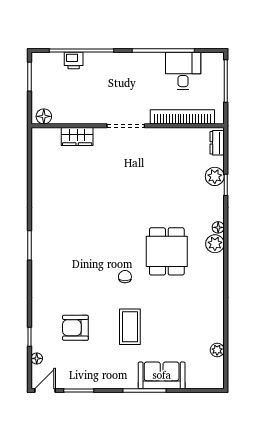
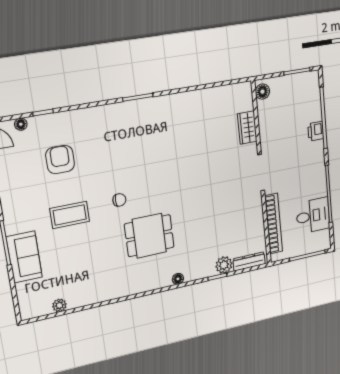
printer: (74, 61) -> (316, 131), moved
dresser: (217, 143) -> (249, 261), width x1.44
plant: (215, 244) -> (162, 279), removed

